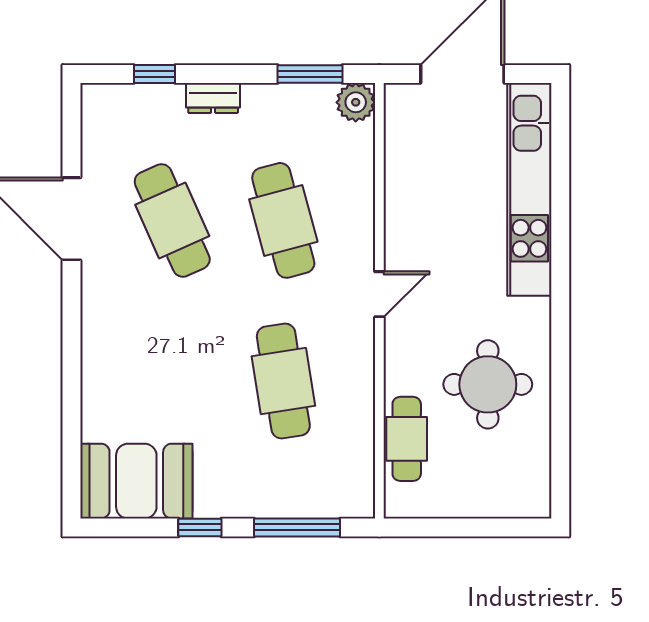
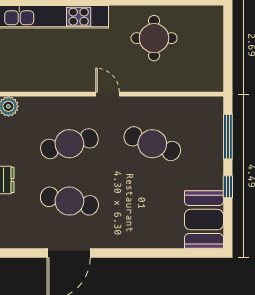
cafe table: (172, 220) -> (69, 201), turned 36
cafe table: (283, 381) -> (152, 144), turned 30
cafe table: (407, 439) -> (182, 80), removed

